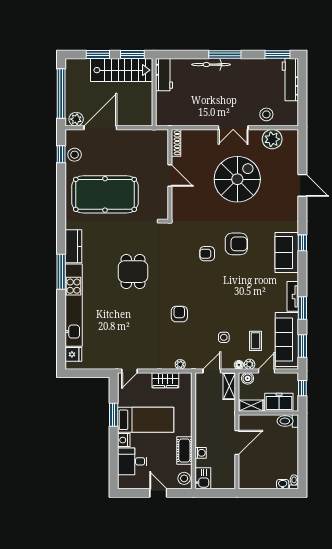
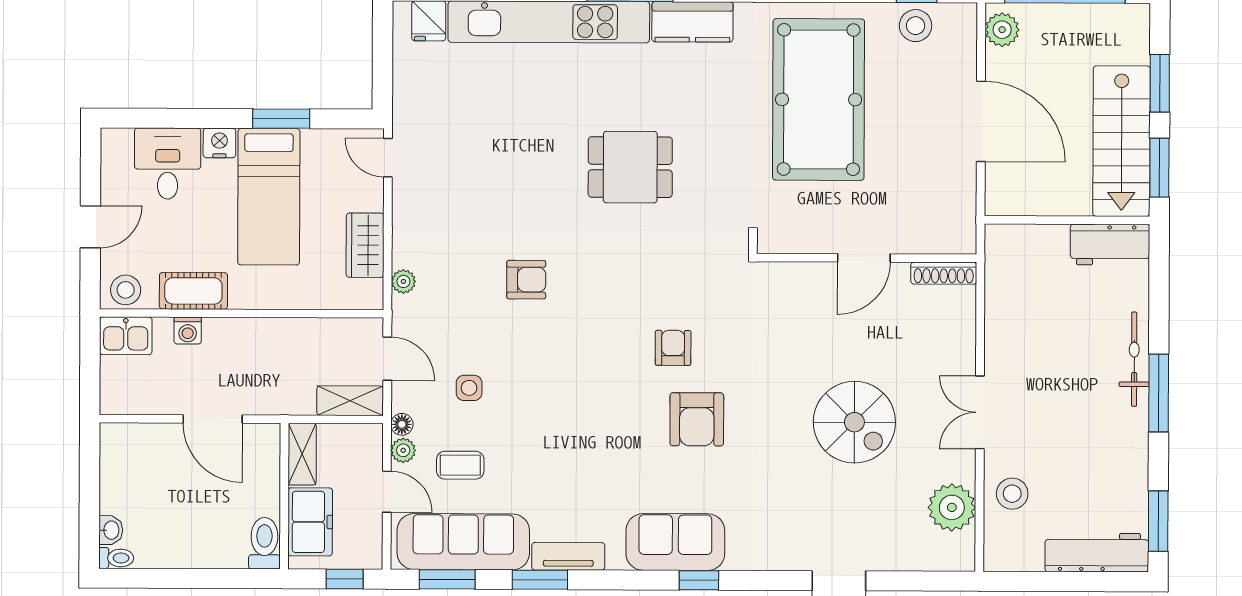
door: (100, 128) -> (981, 121), moved
spiral stairs: (237, 179) -> (854, 422), width x0.73, depth x0.73
boiler: (248, 378) -> (369, 445), removed

